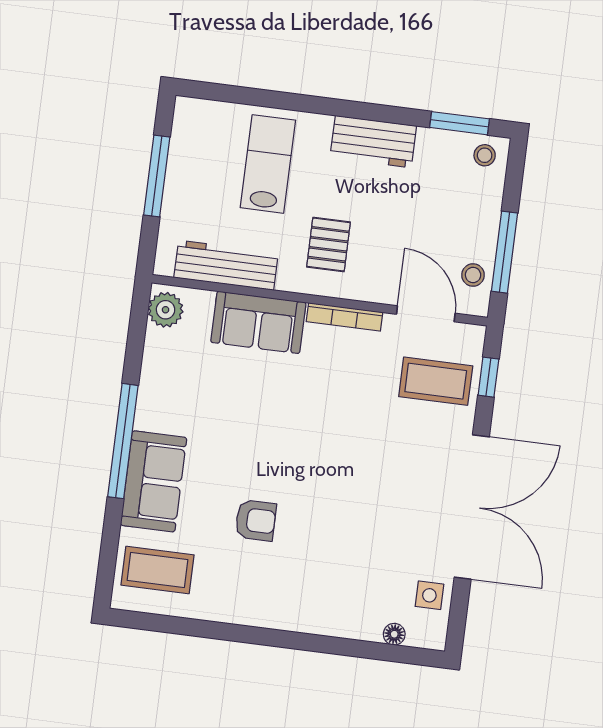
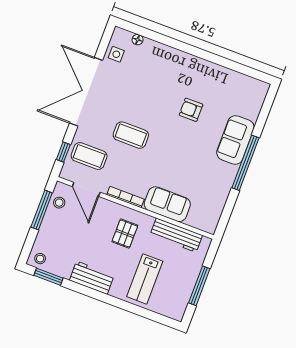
plant: (166, 310) -> (210, 221), removed
coffee table: (158, 570) -> (131, 135), moved

